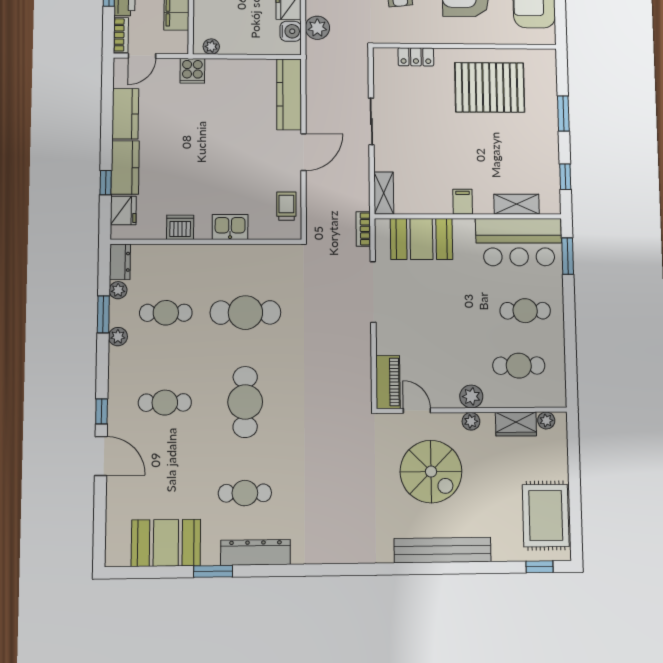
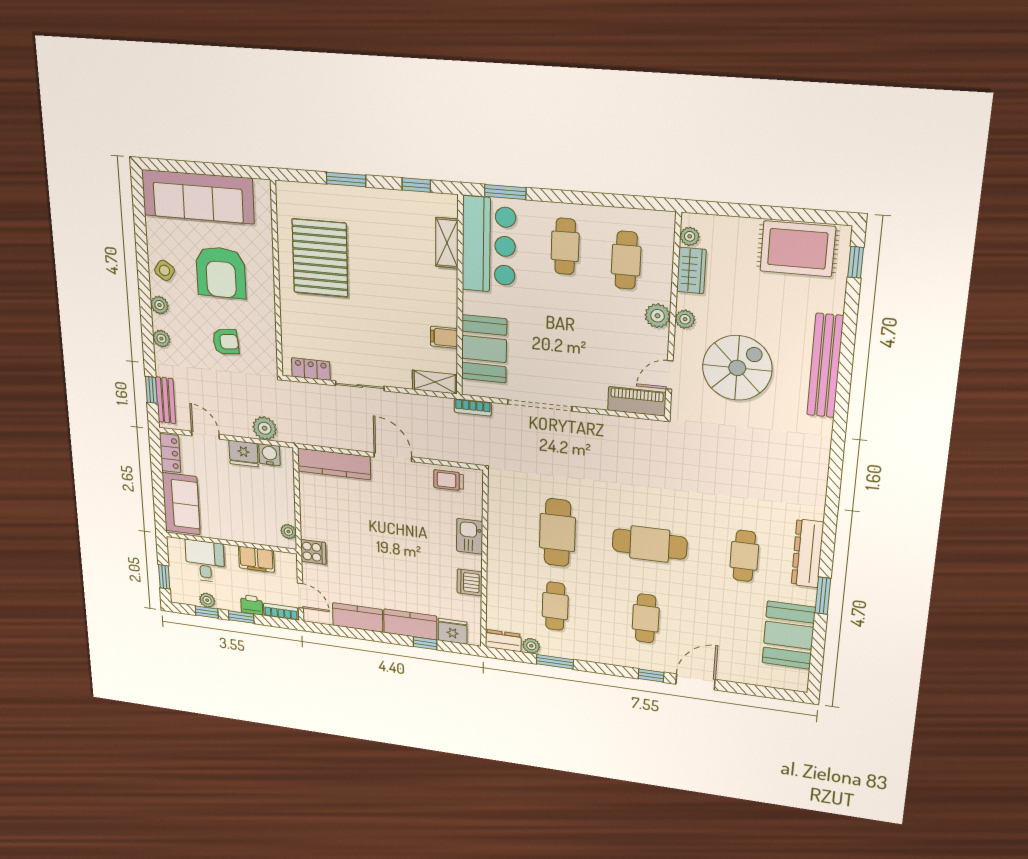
locker: (416, 57) -> (311, 369), moved, turned -90
filing cabinet: (463, 202) -> (444, 337), moved
plant: (118, 337) -> (577, 652), removed

